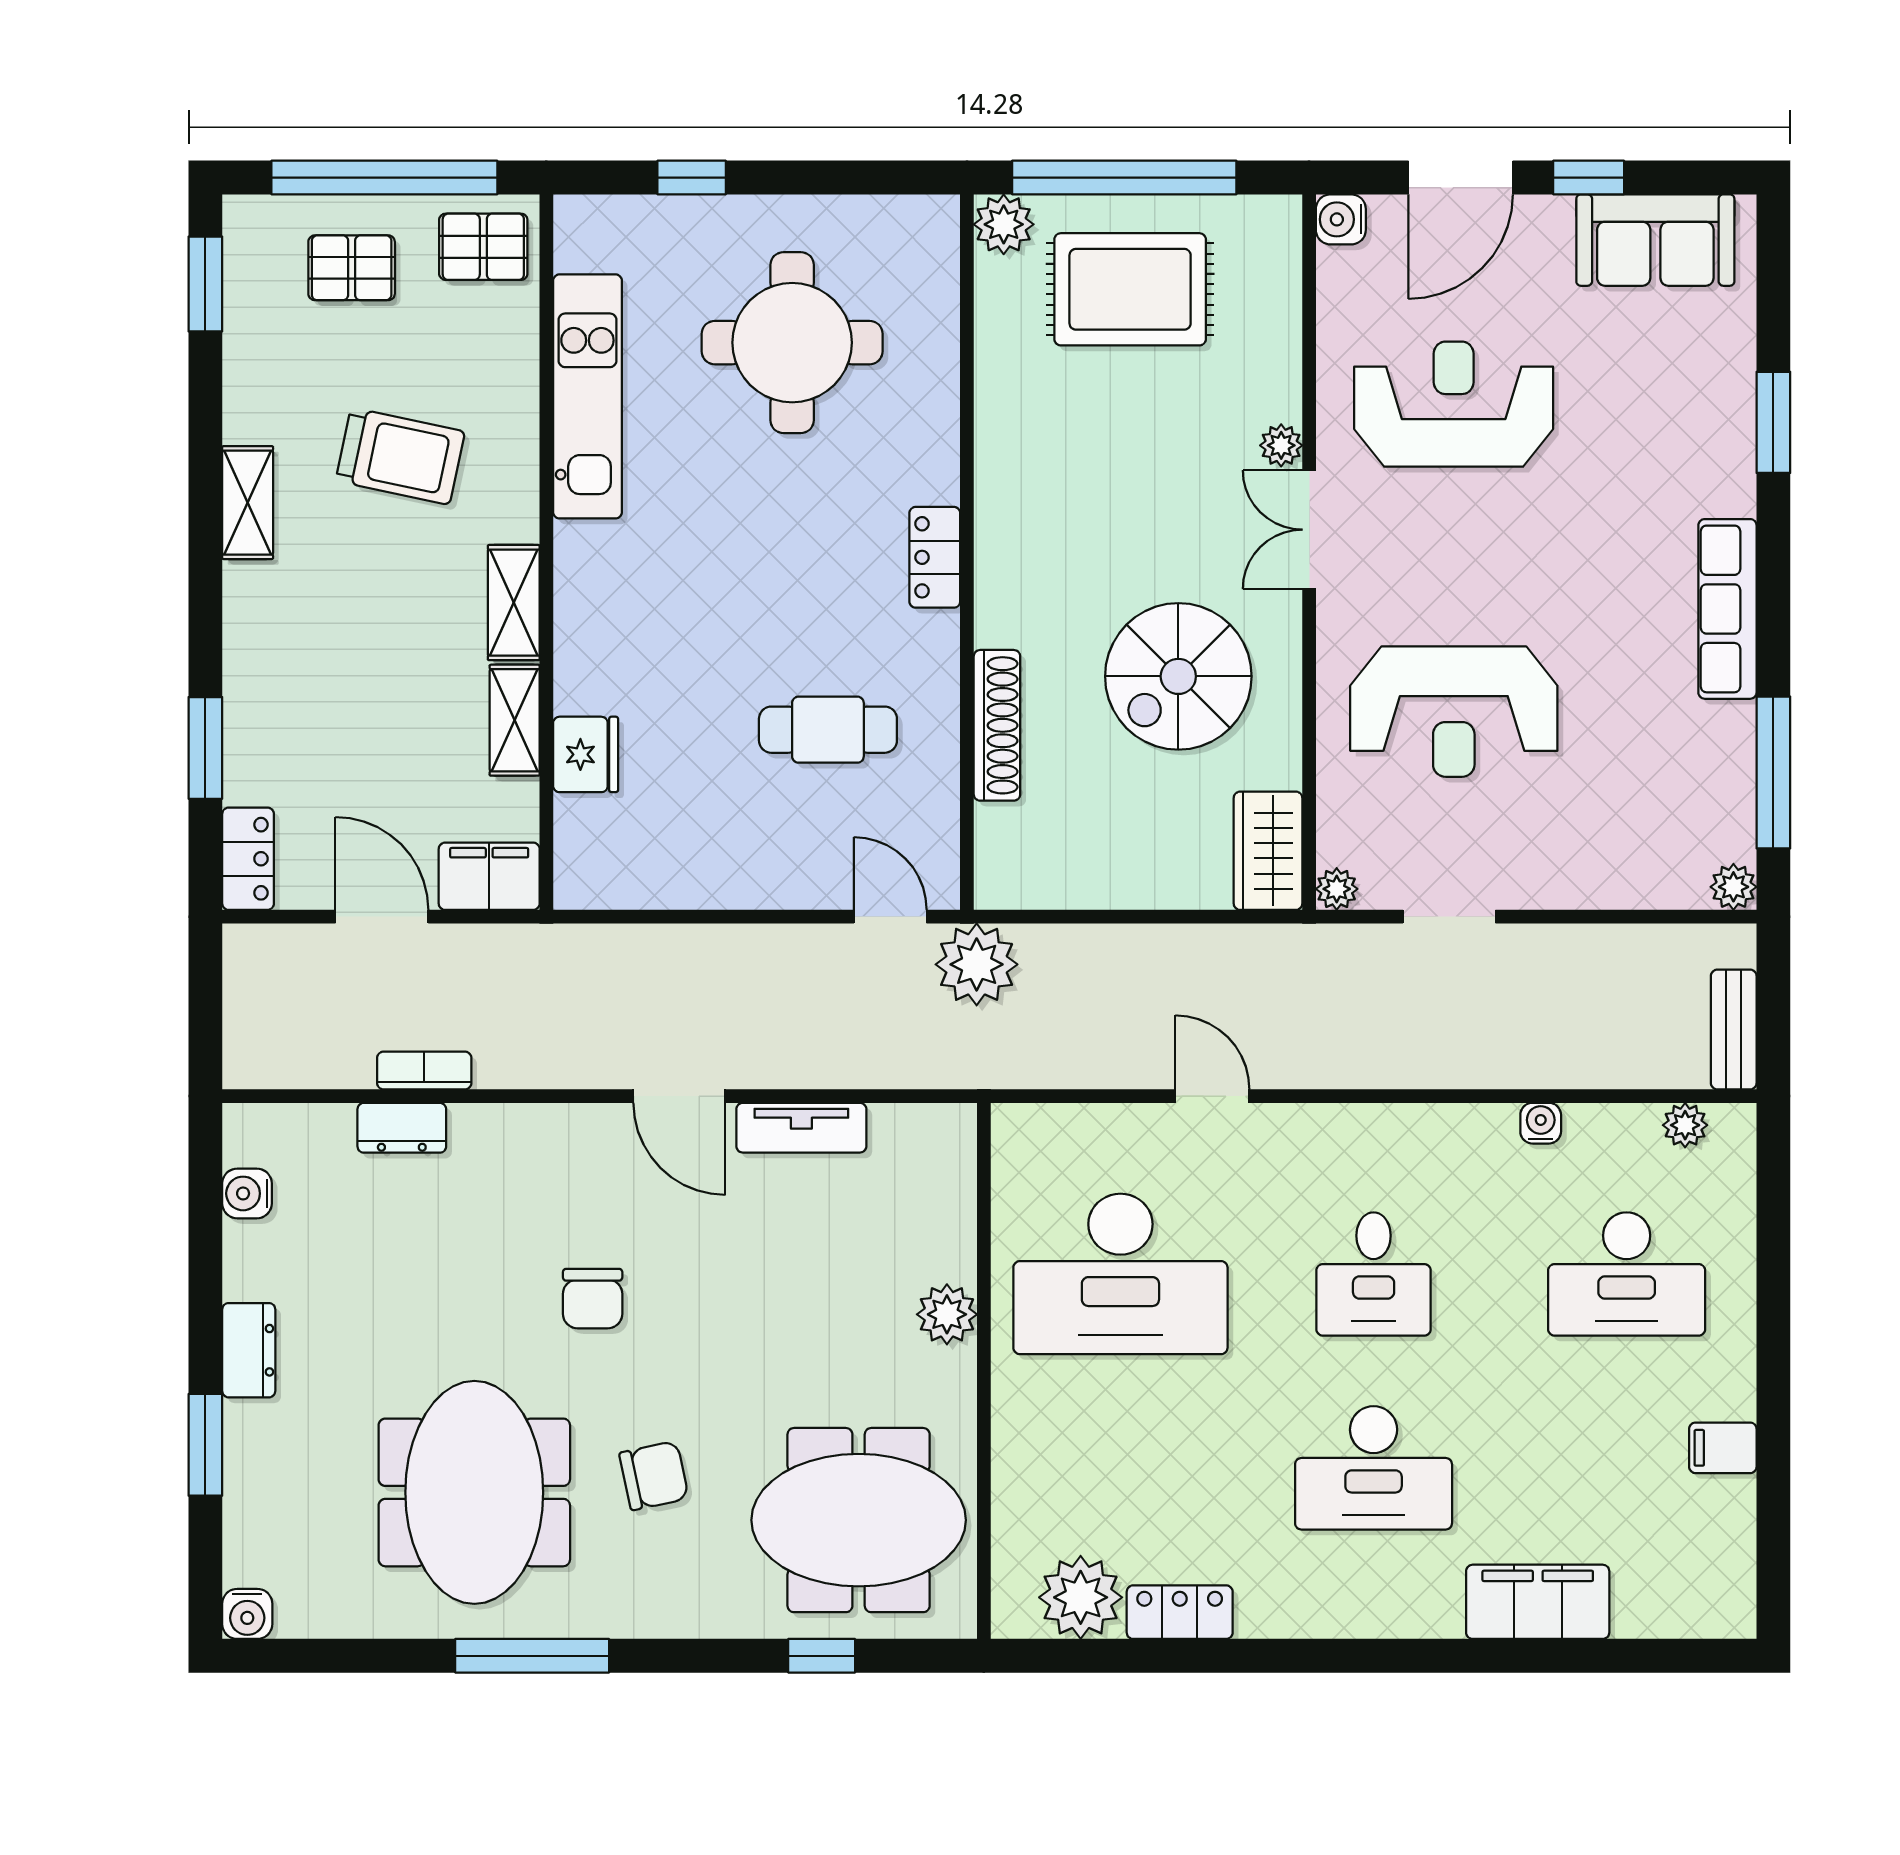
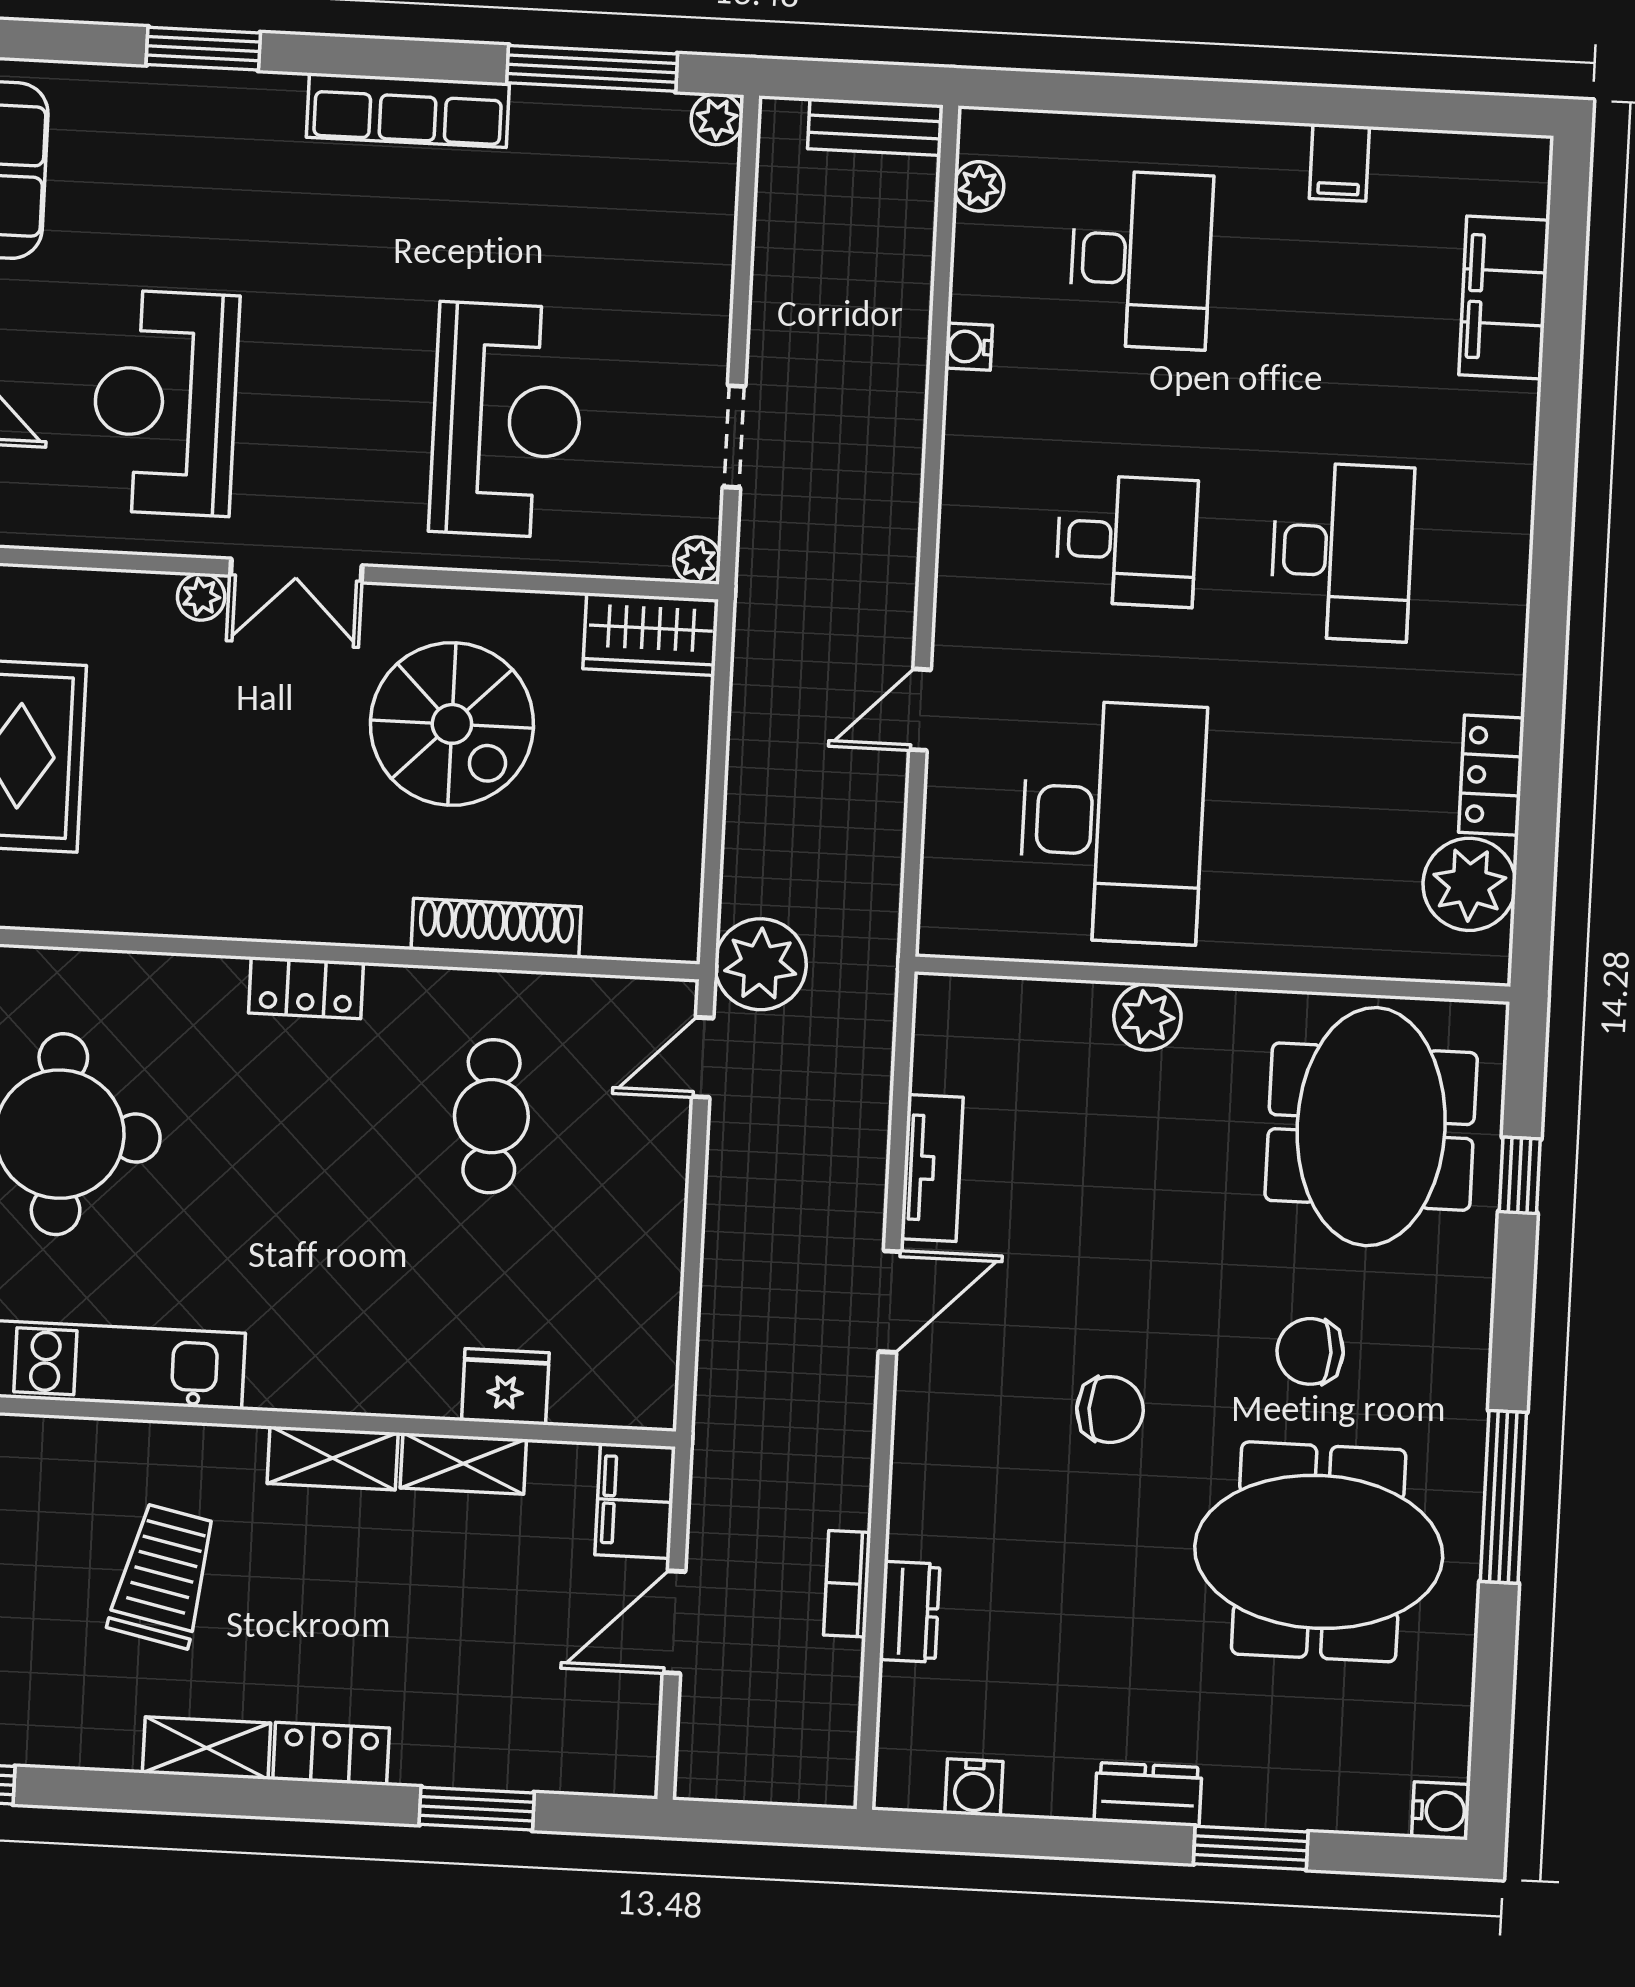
locker: (248, 859) -> (331, 1754), moved
chair: (654, 1476) -> (1310, 1351), turned -78
filing cabinet: (1538, 1602) -> (1504, 298), moved

